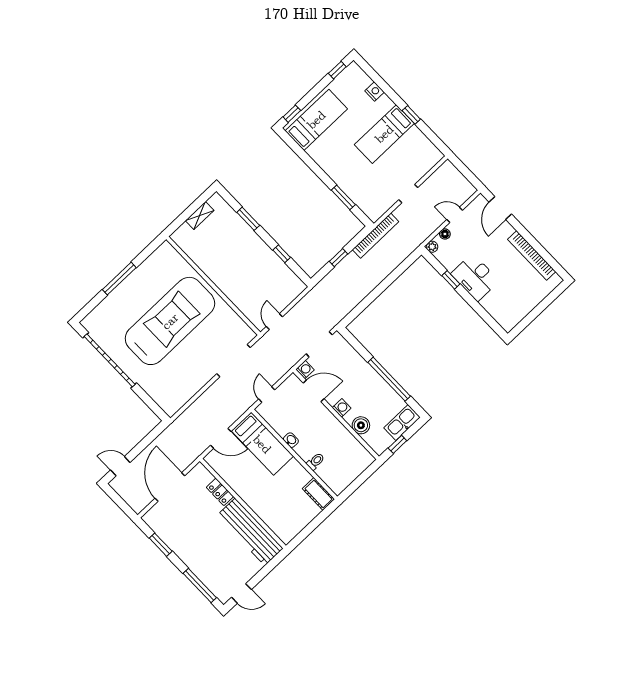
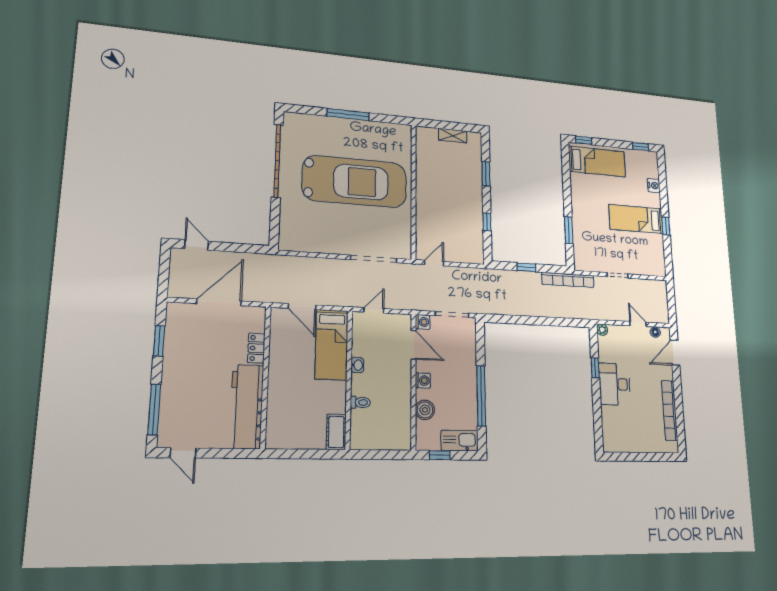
floor lamp: (445, 234) -> (655, 332), moved

